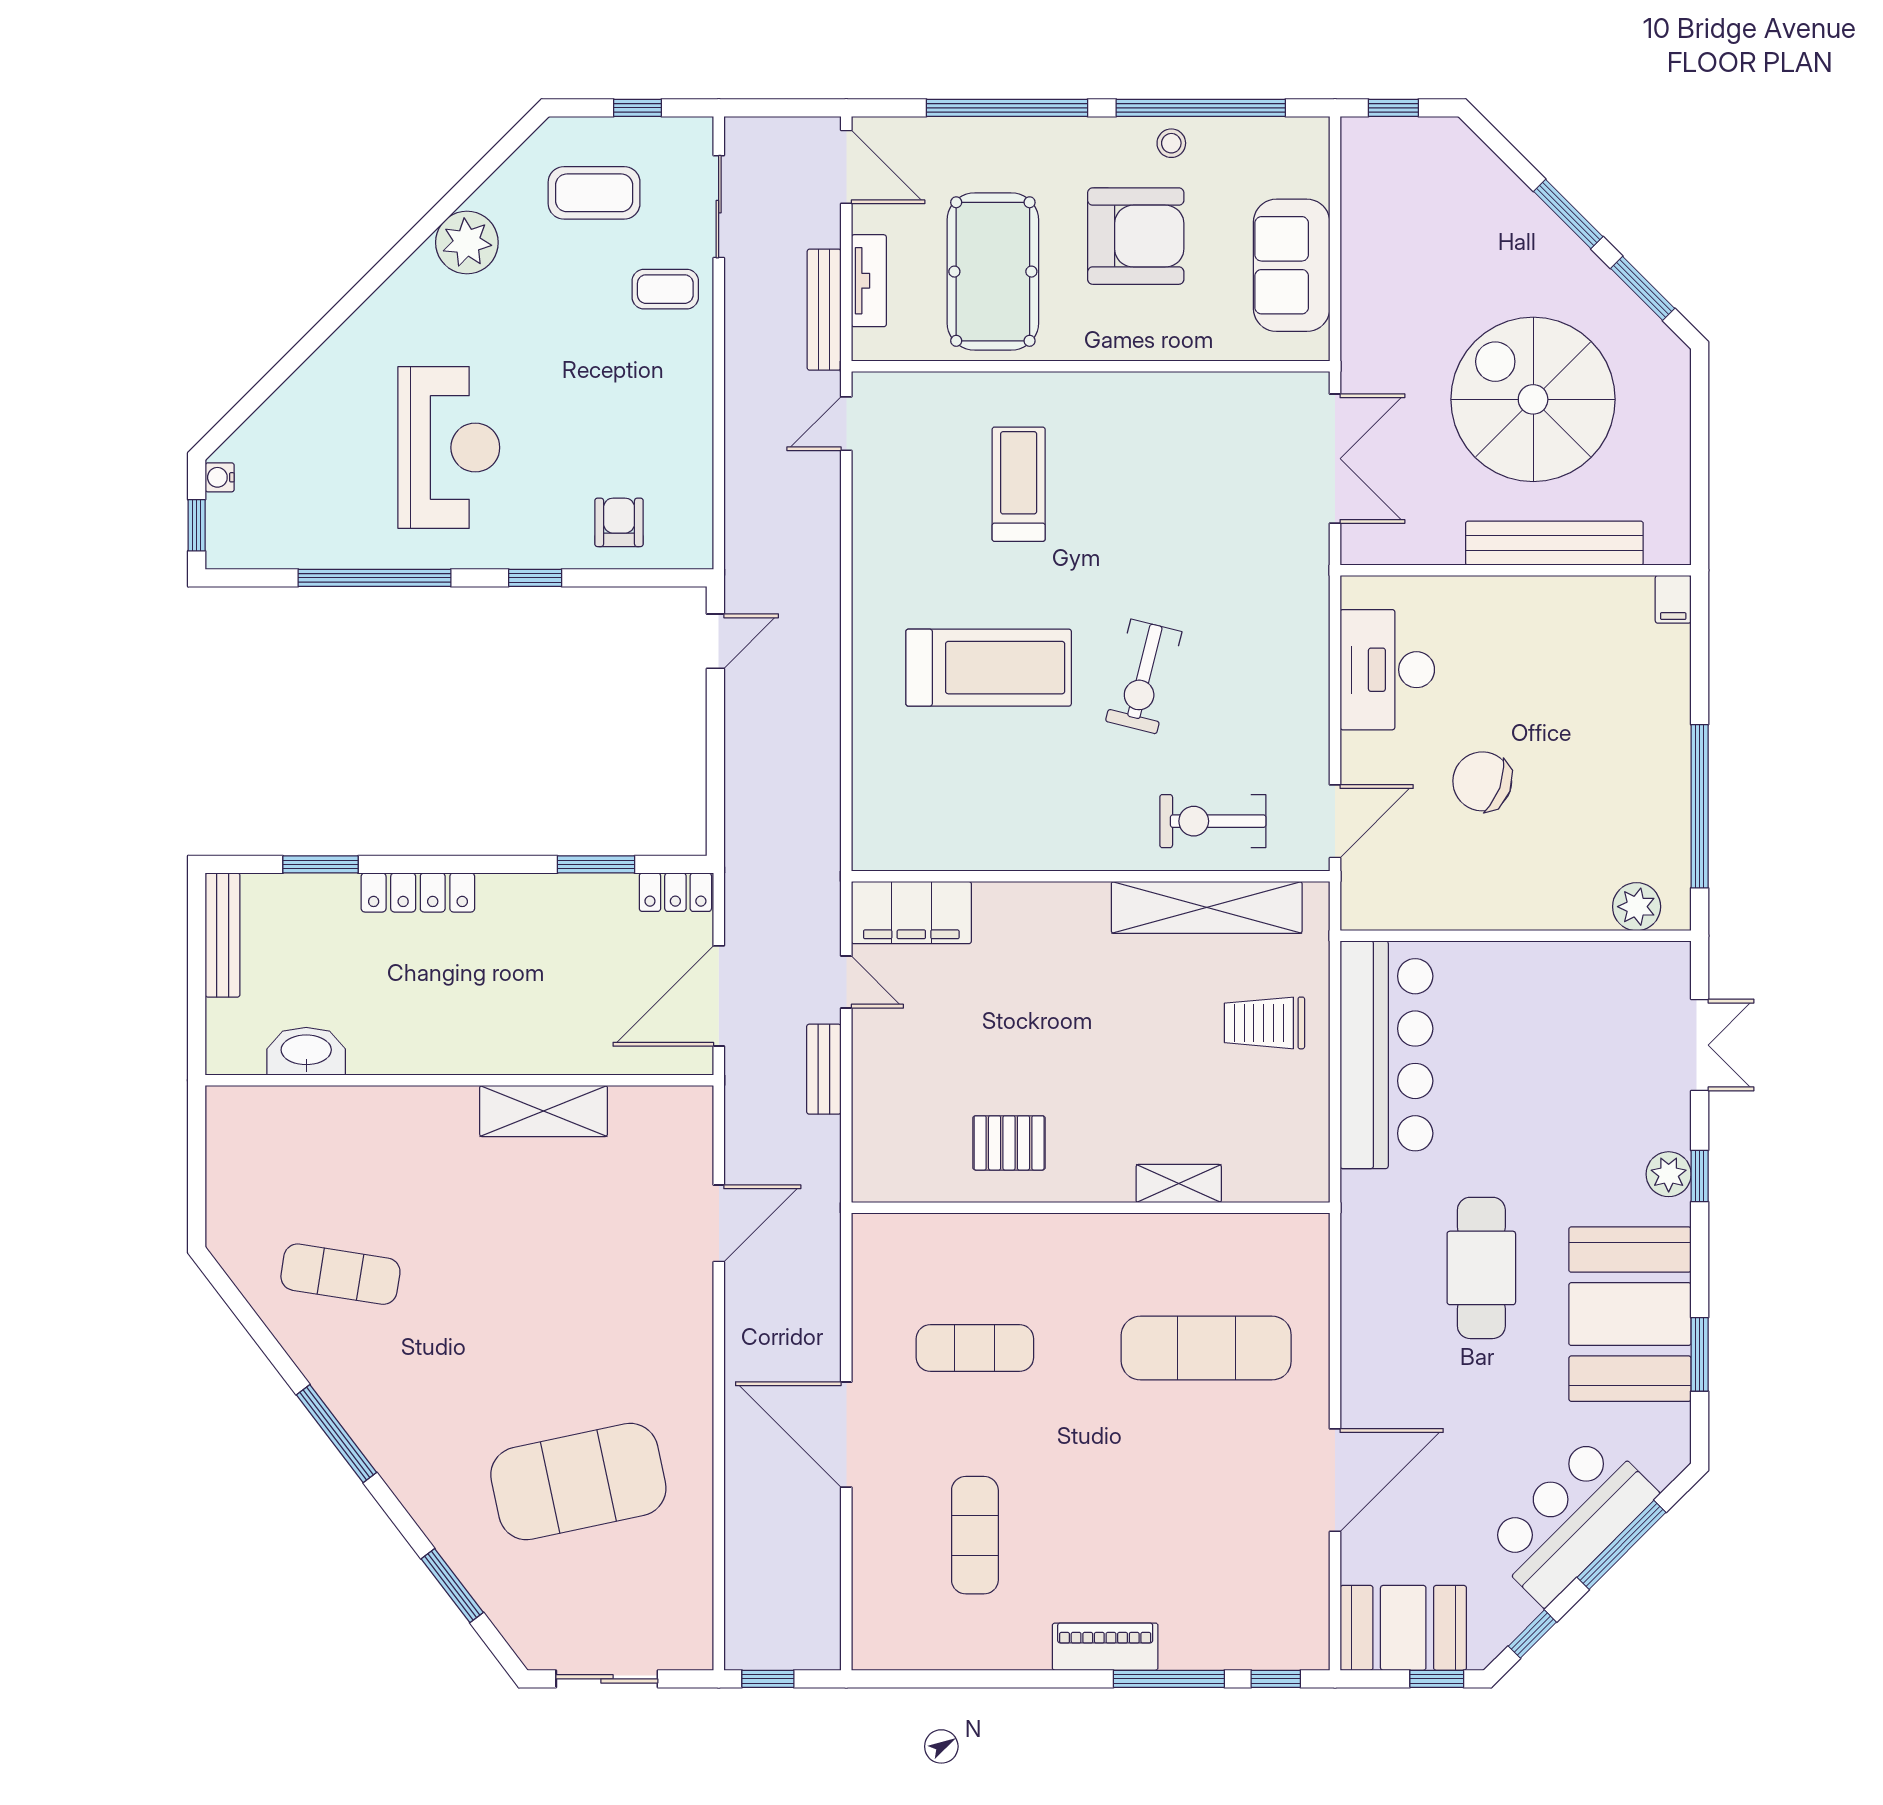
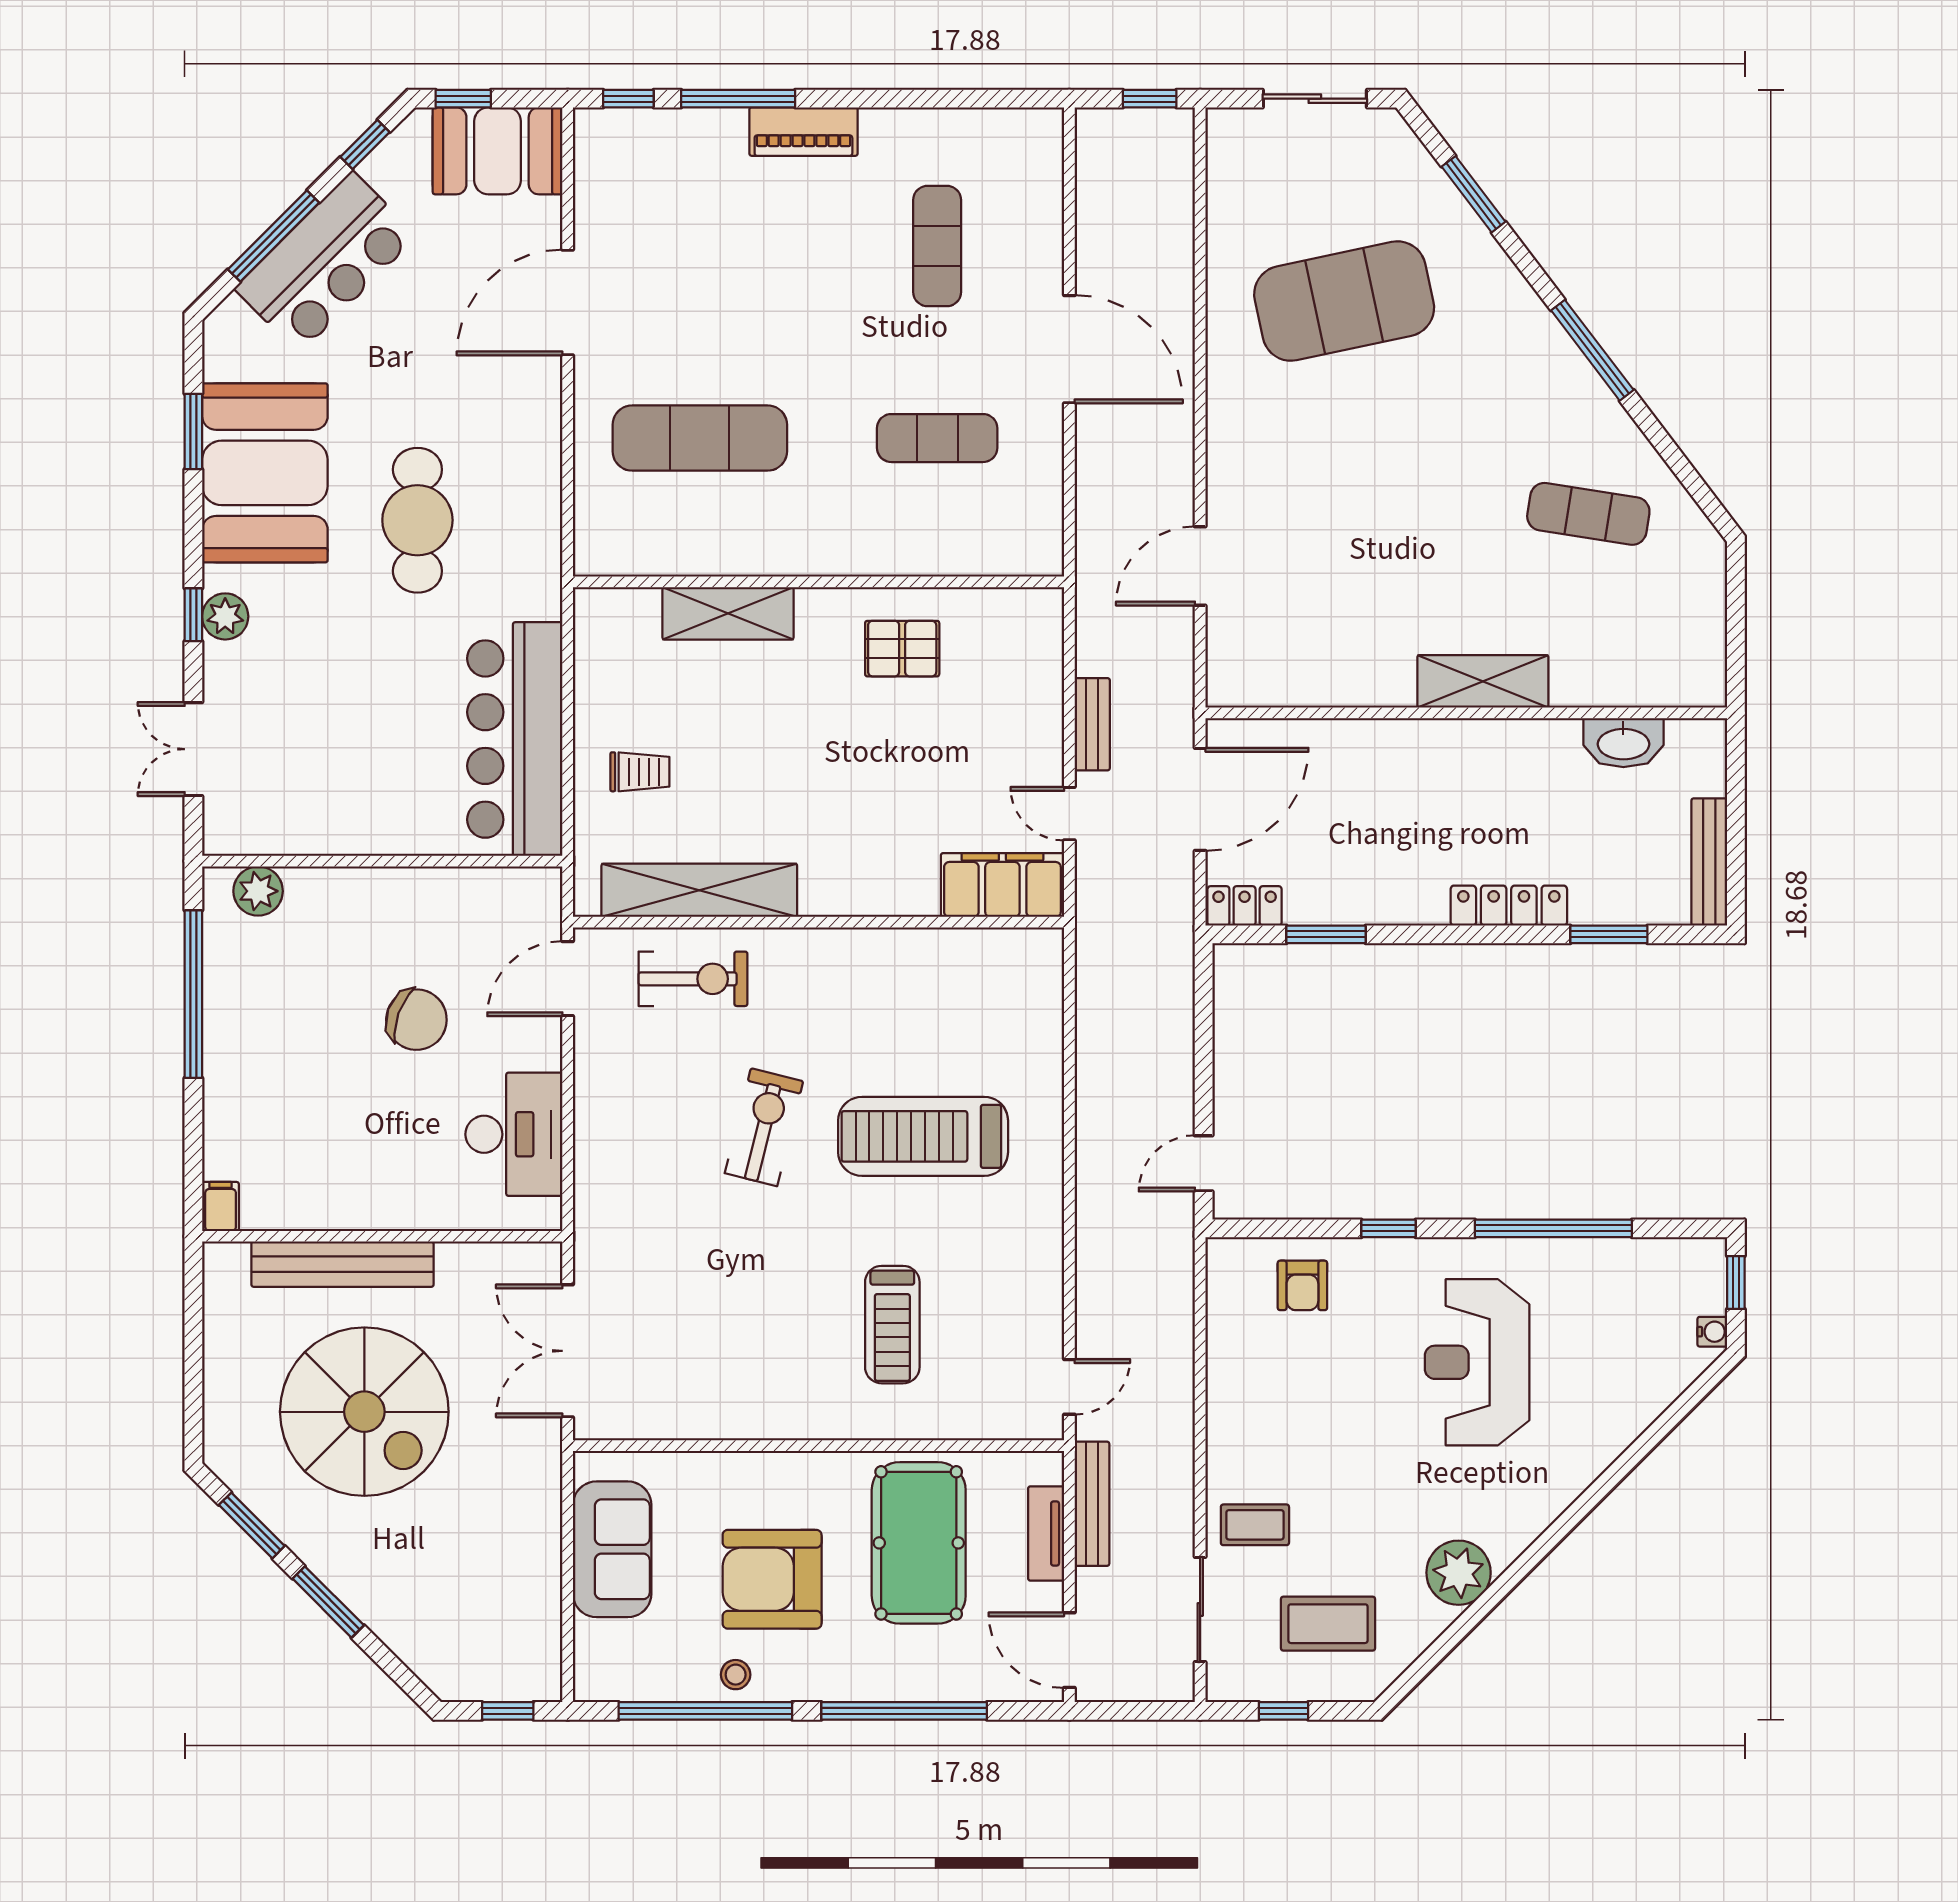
trolley: (1264, 1023) -> (640, 772), width x0.73, depth x0.72
shelving: (544, 1111) -> (1483, 681), moved
shelving: (1179, 1184) -> (728, 613), width x1.50, depth x1.33

